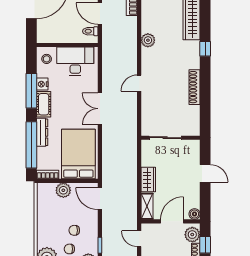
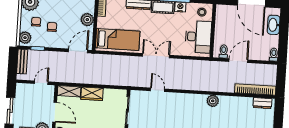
door: (139, 83) -> (158, 90), moved
bed: (78, 154) -> (118, 39), width x0.67

